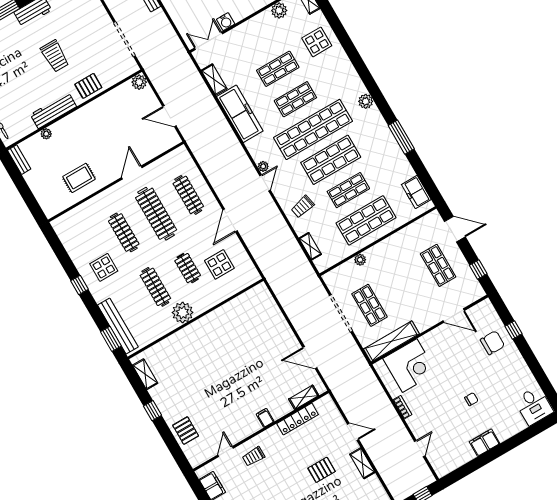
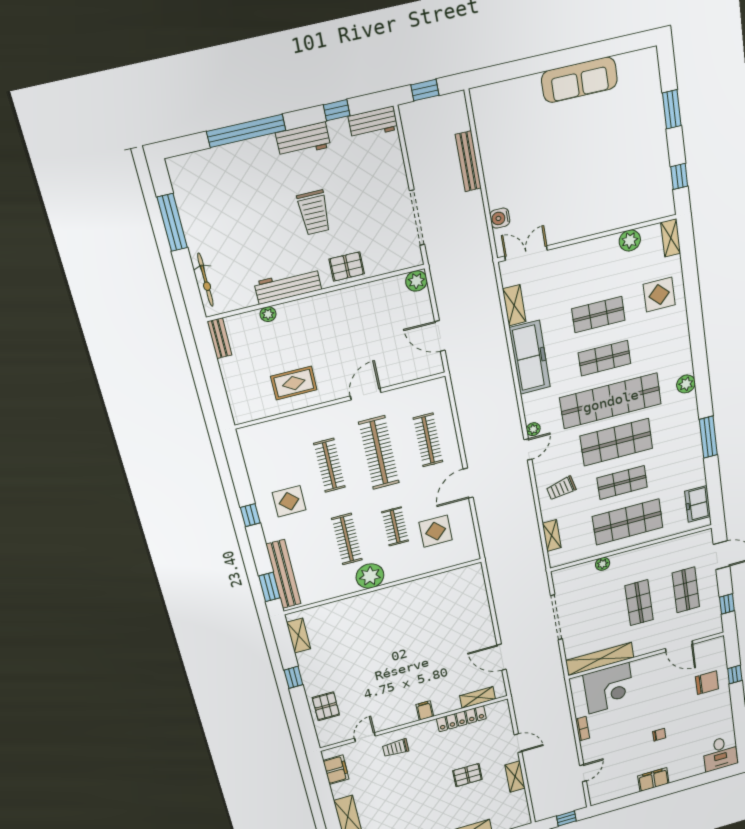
water cooler: (226, 22) -> (500, 218), moved, turned 90
shop shelf: (369, 305) -> (639, 603), moved

